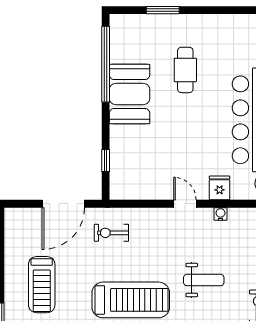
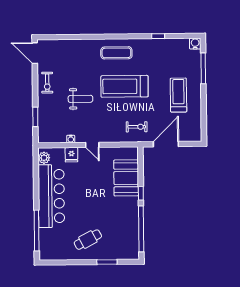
cafe table: (185, 70) -> (88, 240), moved, turned 62
booth: (130, 94) -> (126, 178), moved
window: (106, 161) -> (141, 193), moved
weight bench: (204, 280) -> (80, 99), turned 180

